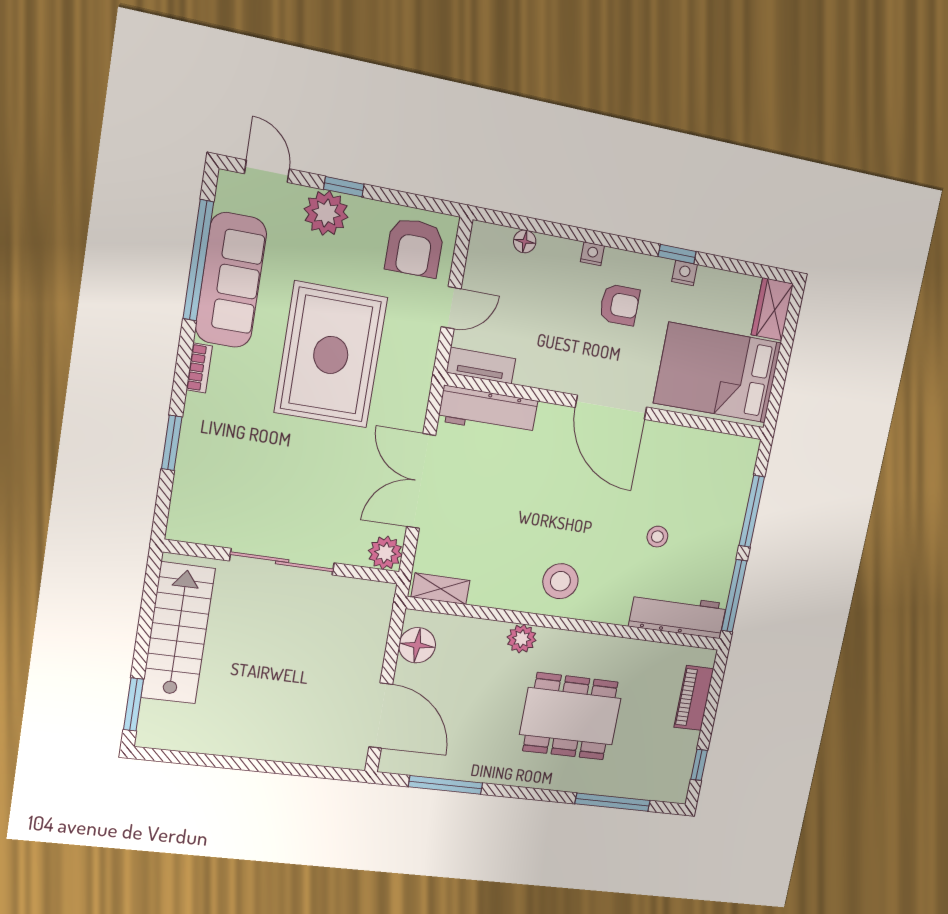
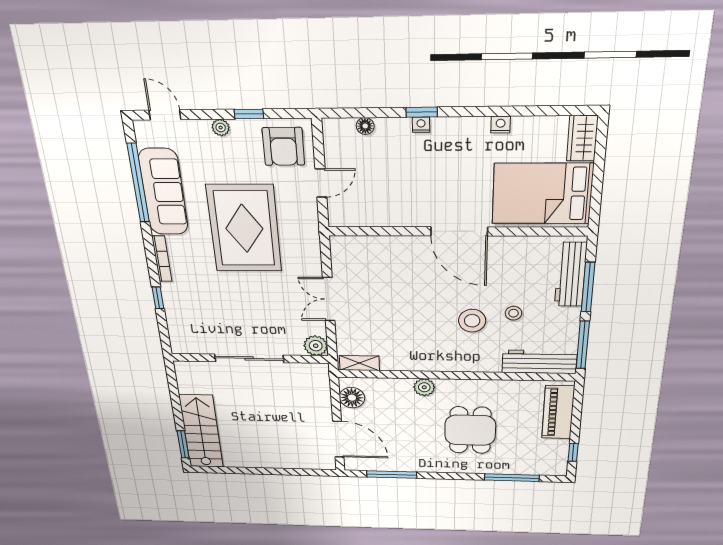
window: (344, 187) -> (249, 114), moved
plant: (326, 213) -> (221, 128), width x0.53, depth x0.53
window: (677, 254) -> (422, 112), moved
armchair: (619, 305) -> (451, 158), removed
tv unit: (481, 366) -> (353, 218), removed
bookcase: (199, 368) -> (162, 259), width x1.56
workbench: (488, 411) -> (571, 275), moved, turned 90
window: (172, 443) -> (158, 298), width x0.67
double door: (421, 481) -> (329, 299), width x0.73
stool: (560, 581) -> (472, 321), moved
stairs: (178, 633) -> (201, 431), moved
piano: (694, 698) -> (558, 412), width x1.37, depth x1.33
dining table: (570, 716) -> (470, 430), width x0.73

